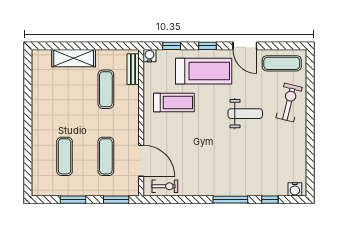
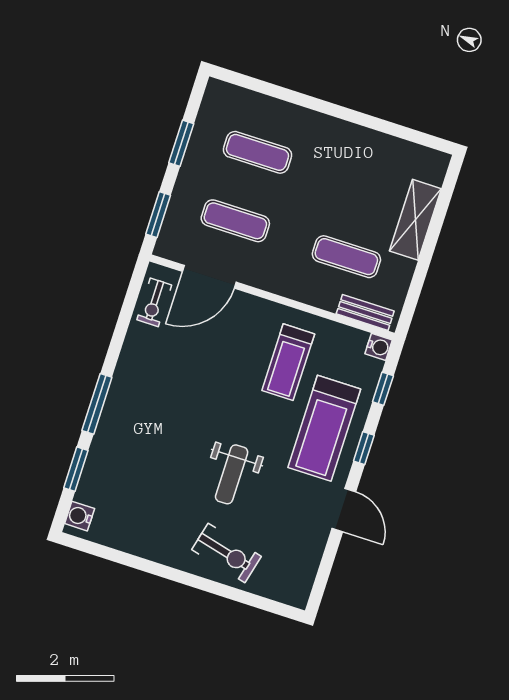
door: (245, 46) -> (344, 510), swing flipped
exercise mat: (282, 63) -> (295, 562), removed
window: (270, 200) -> (76, 469), width x1.50

